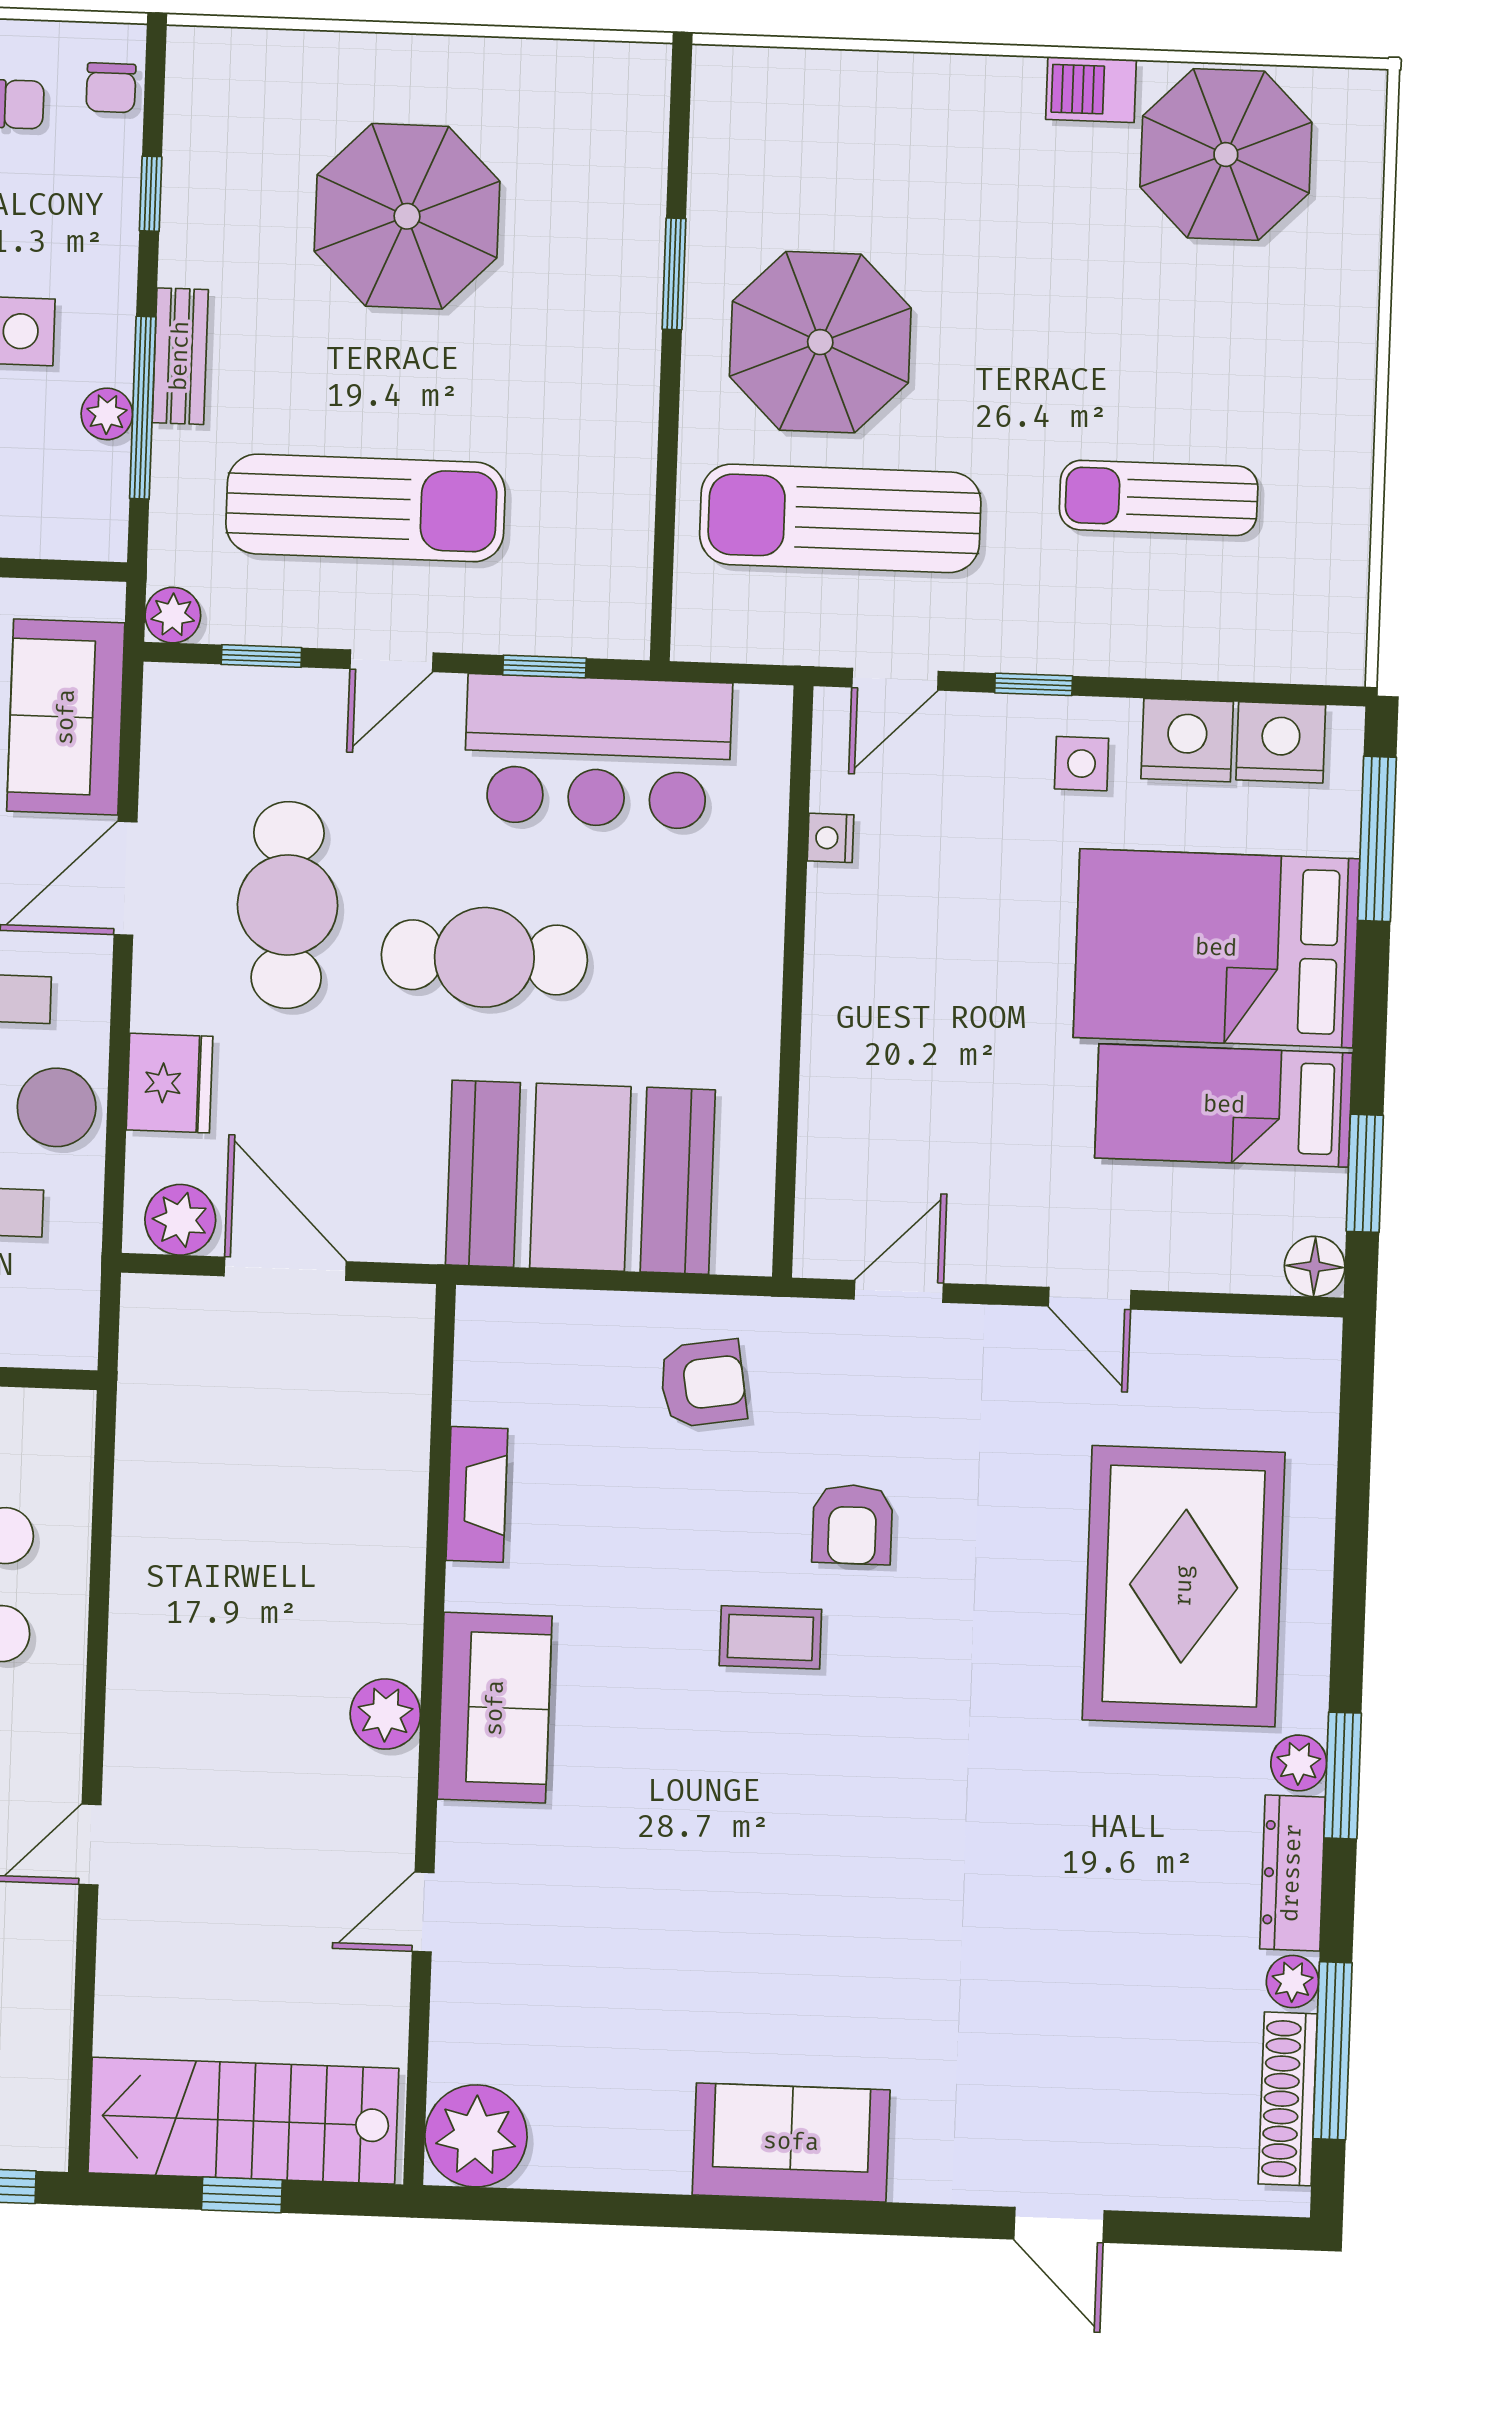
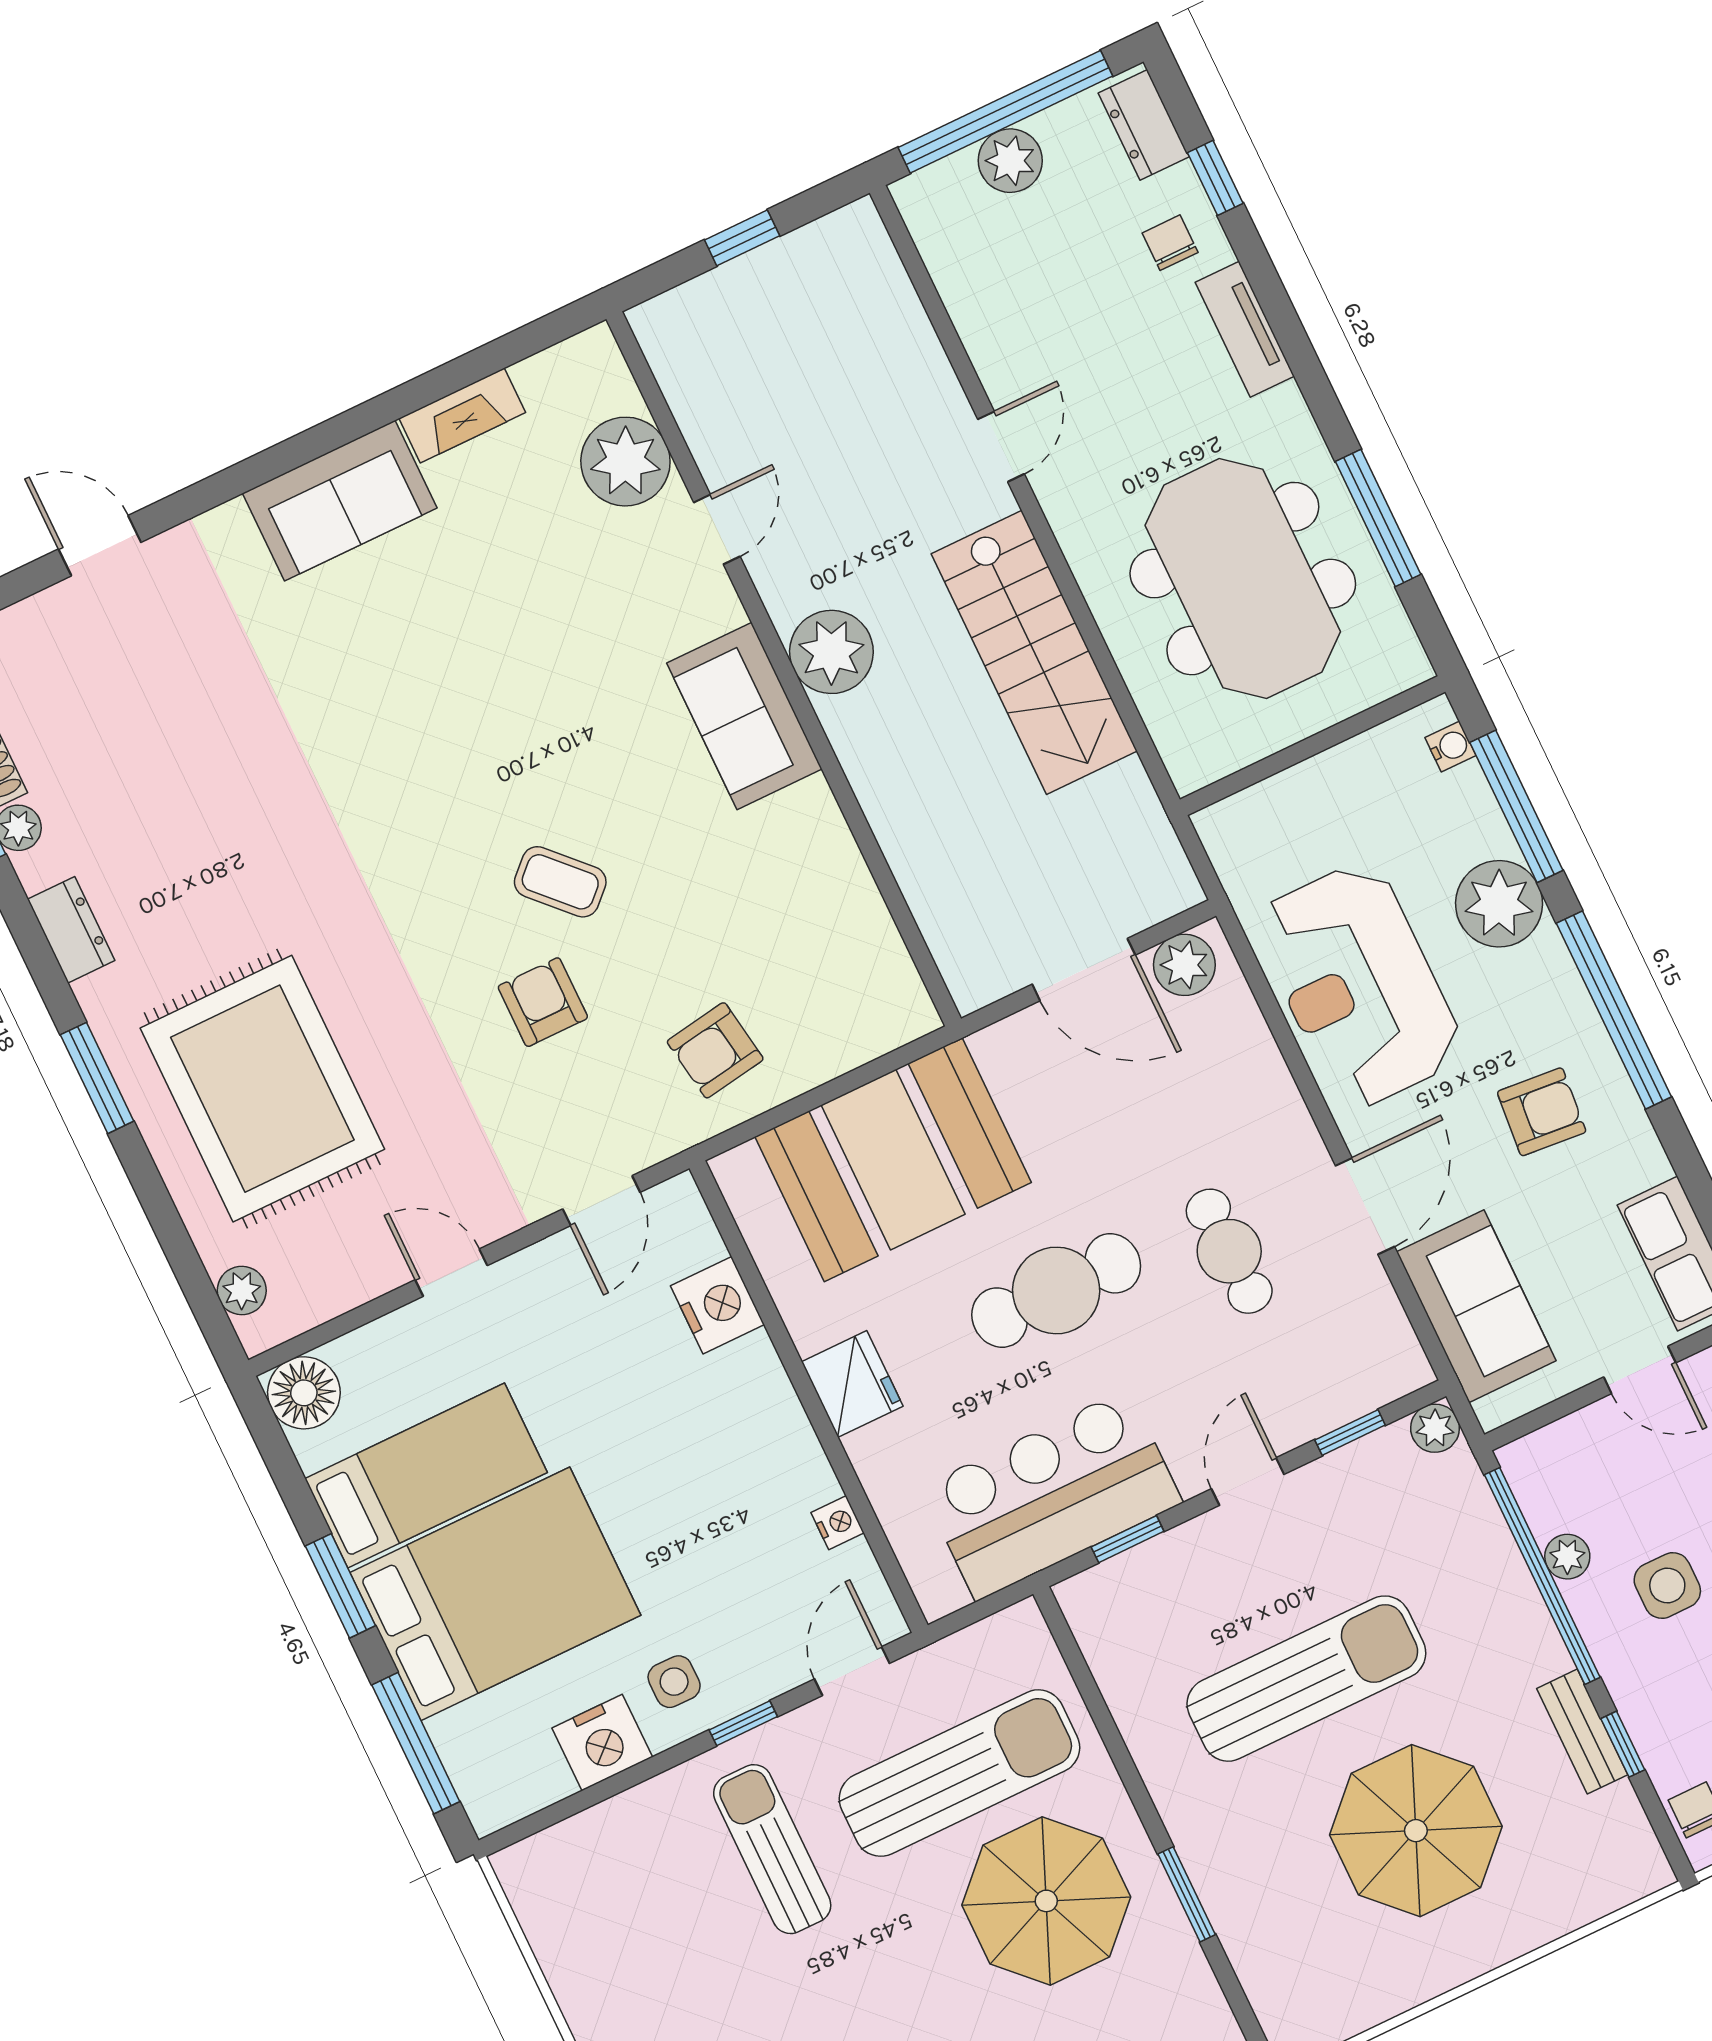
bench: (180, 356) -> (1582, 1732), moved
window: (143, 408) -> (1542, 1576), width x1.46
sun lounger: (1159, 498) -> (772, 1849), moved, turned -90
sun lounger: (366, 508) -> (1306, 1679), moved, turned 180
nightstand: (1281, 742) -> (717, 1305), moved, turned -90
cafe table: (288, 905) -> (1229, 1251), width x0.73, depth x0.74
fridge: (170, 1083) -> (852, 1384), moved, turned 180
window: (1365, 1173) -> (340, 1586), moved
floor lamp: (1315, 1266) -> (304, 1393), width x1.38, depth x1.38
fireplace: (477, 1494) -> (462, 415), moved, turned -90
coffee table: (770, 1637) -> (560, 882), turned 46
plant: (385, 1714) -> (831, 652), width x1.36, depth x1.36
plant: (1299, 1763) -> (242, 1291), moved
window: (1343, 1776) -> (97, 1078), moved
dresser: (1292, 1873) -> (71, 930), width x0.70
stairs: (243, 2121) -> (1034, 652), moved, turned 90
plant: (476, 2136) -> (625, 462), moved

